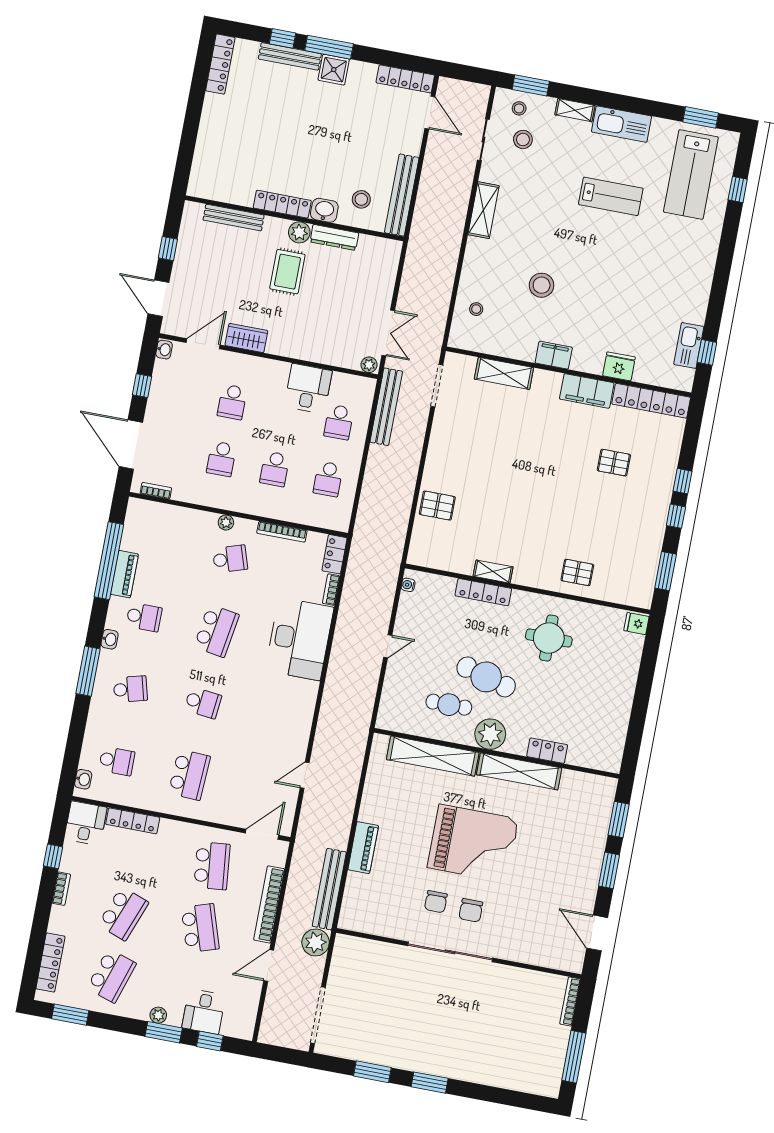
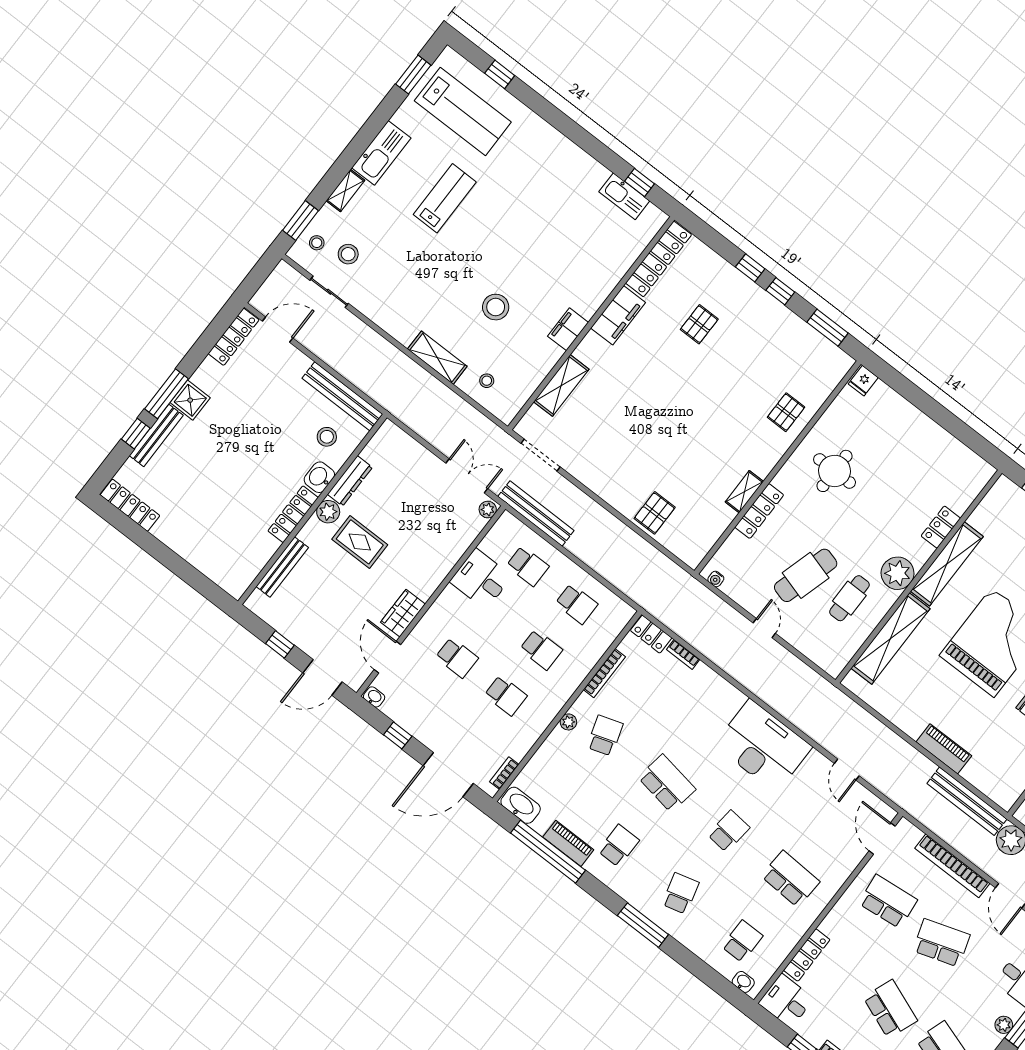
shelving: (483, 210) -> (437, 358), moved
fridge: (619, 366) -> (610, 273), removed
washbasin: (110, 639) -> (521, 805), moved, width x1.91, depth x1.45
desk: (299, 639) -> (763, 746), moved
cafe table: (486, 677) -> (806, 575), moved

